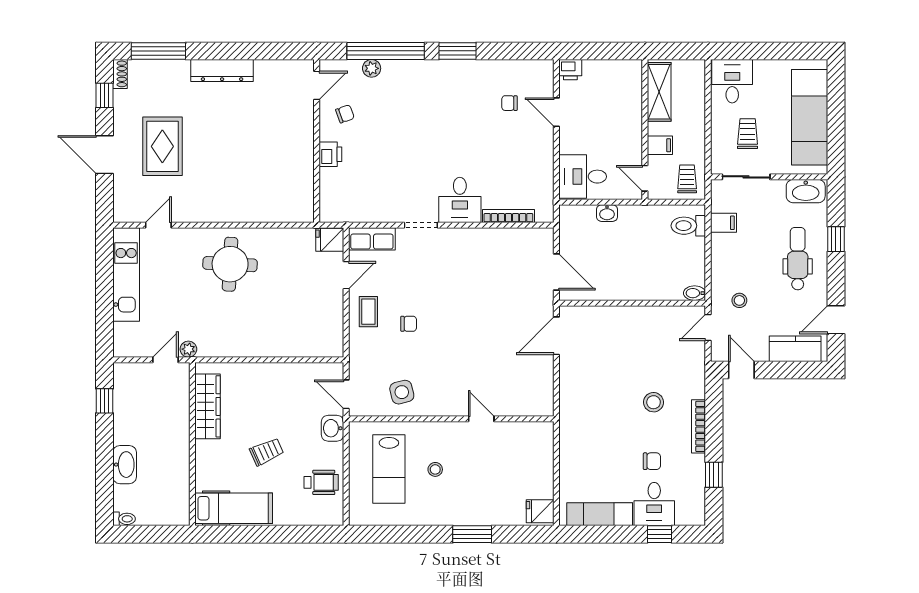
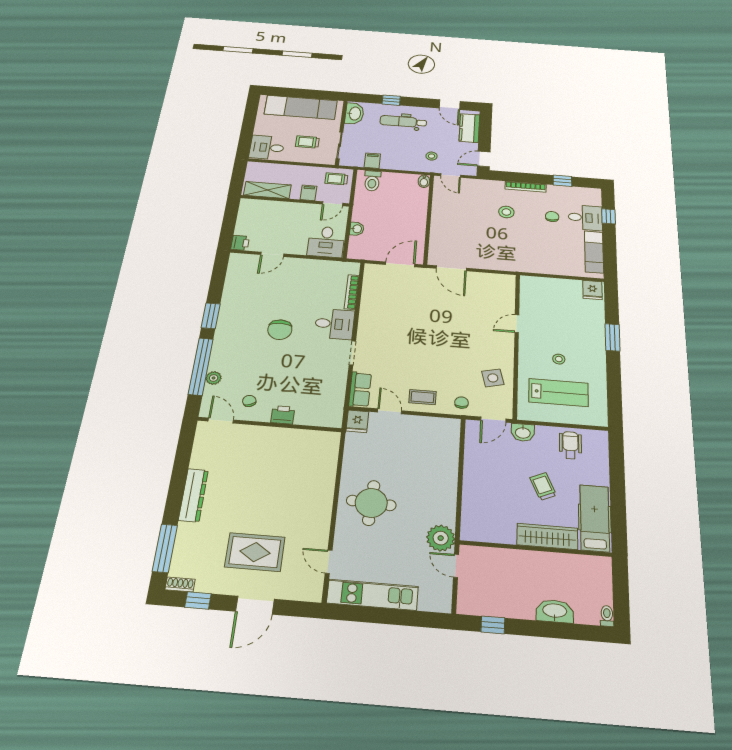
chair: (509, 103) -> (280, 330), moved, width x1.87, depth x1.87
chair: (409, 324) -> (461, 403), moved
plant: (188, 349) -> (441, 538), width x1.88, depth x1.88
wardrobe: (208, 406) -> (547, 536), moved

